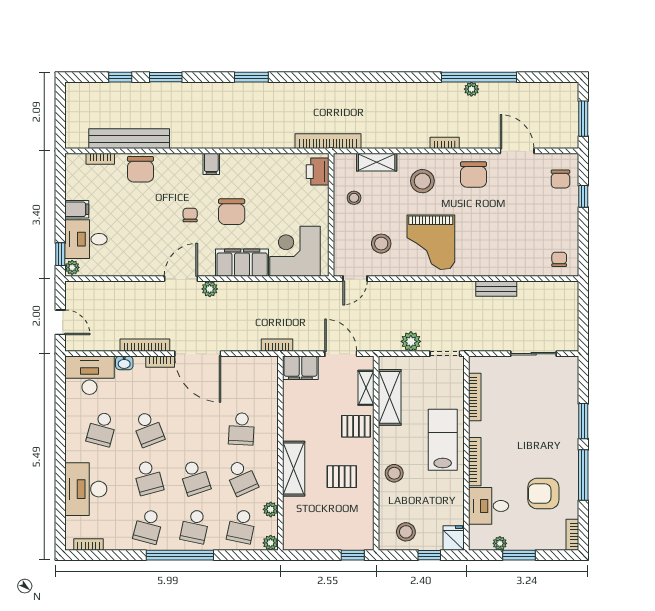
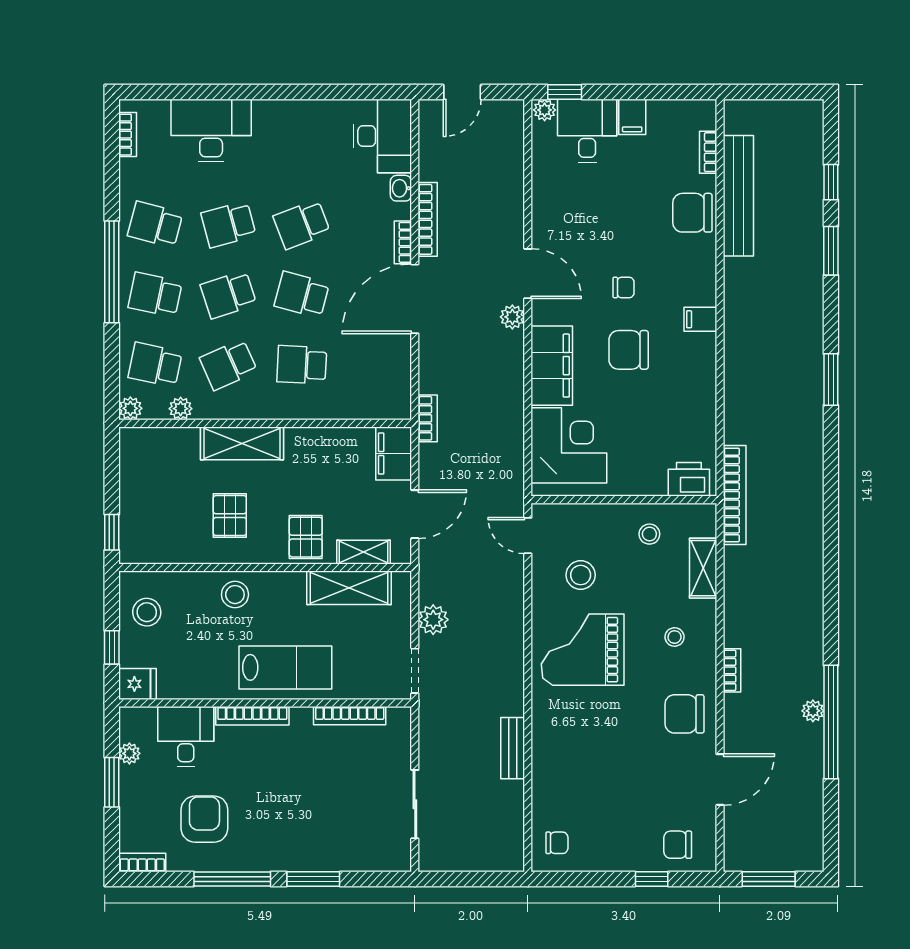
stool: (422, 181) -> (675, 637), width x0.53, depth x0.53
school desk: (102, 429) -> (302, 295), moved

